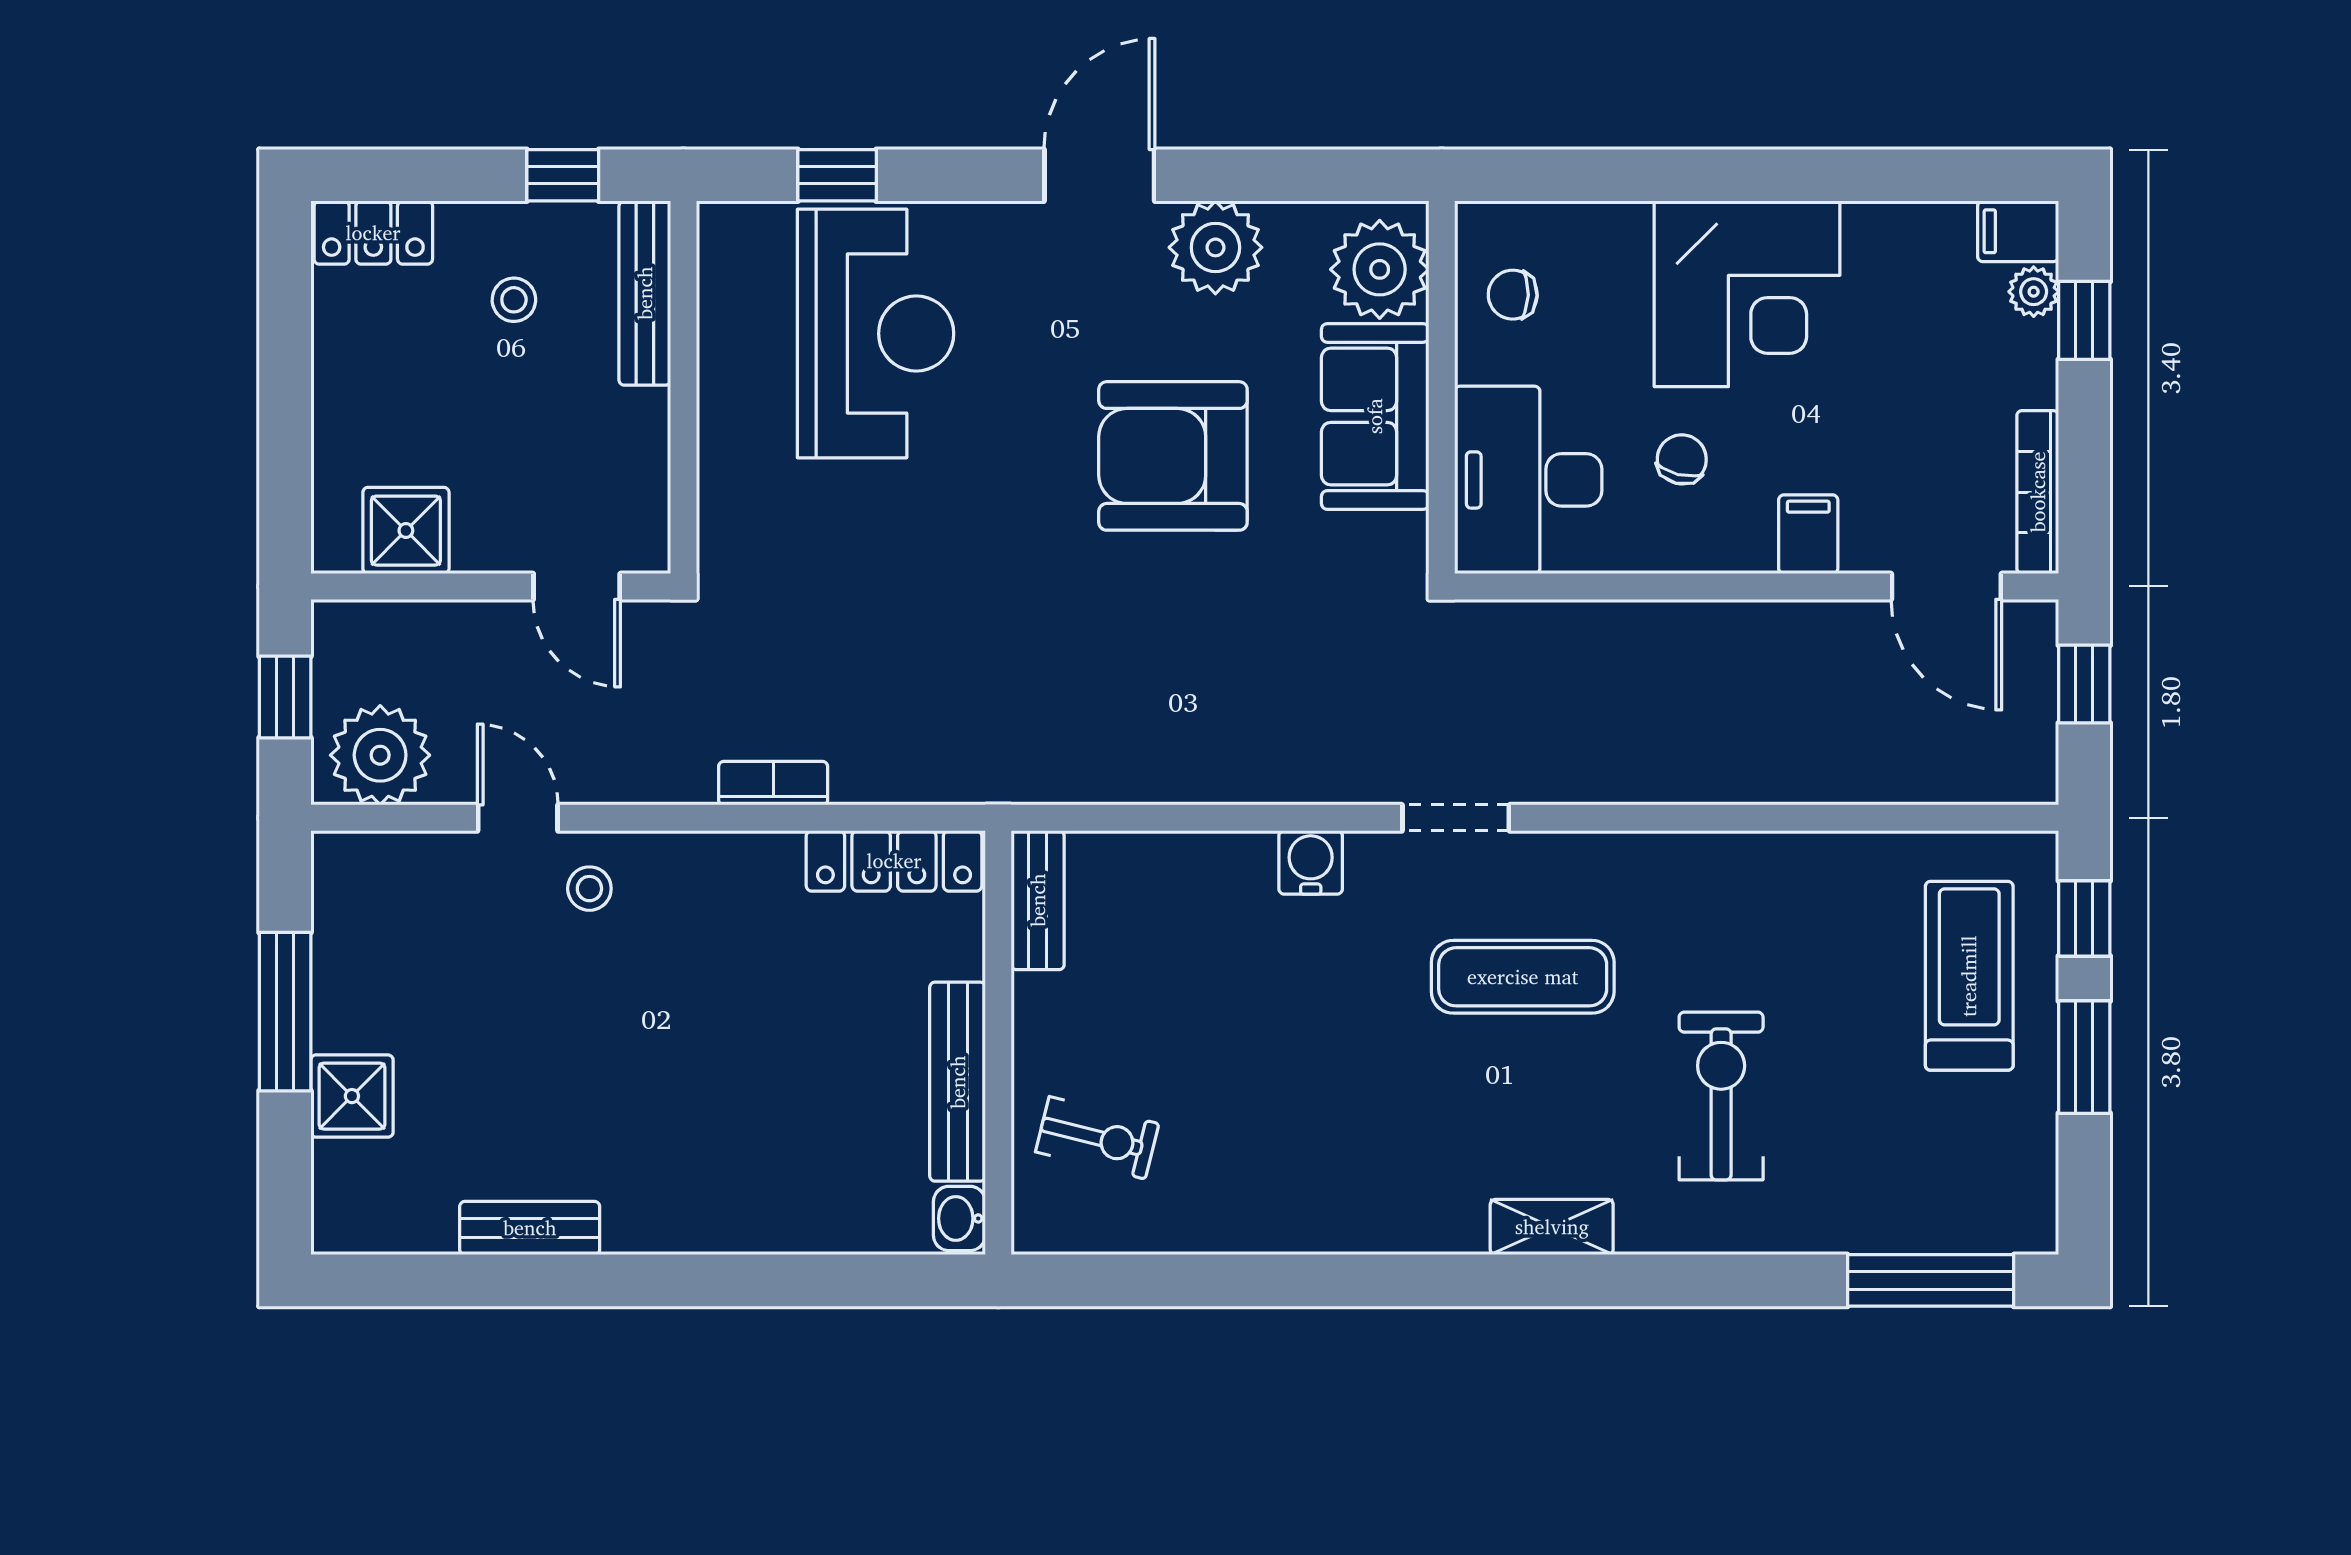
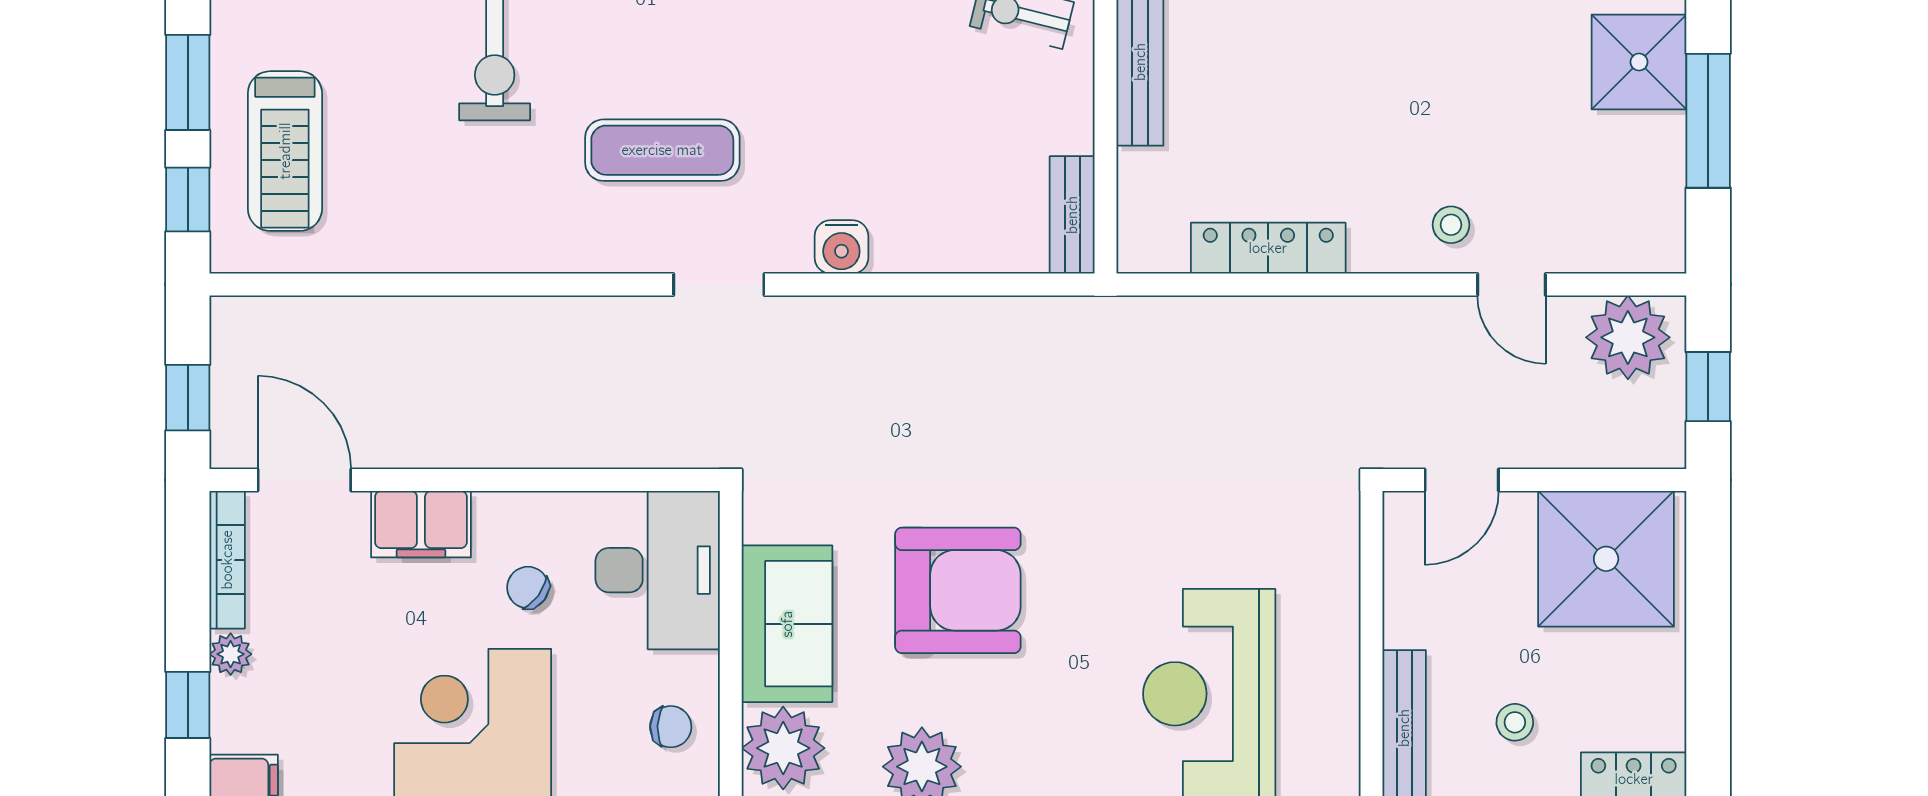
plant: (2034, 292) -> (231, 654), moved
chair: (1682, 459) -> (528, 587), turned 112
shower: (406, 531) -> (1606, 559), width x1.86, depth x1.86
filing cabinet: (1808, 534) -> (421, 524), width x2.00
door: (577, 586) -> (1462, 480), swing flipped
bookcase: (773, 783) -> (1296, 314), removed
locker: (894, 861) -> (1268, 248), moved
shower: (352, 1096) -> (1639, 62), width x1.36, depth x1.36

